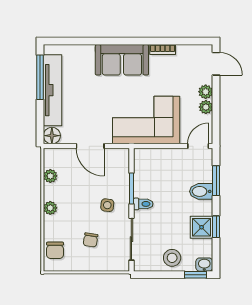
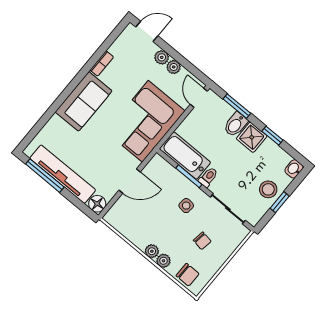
bathtub: (145, 172) -> (185, 156), added
plant: (50, 176) -> (163, 261), moved
shower: (202, 227) -> (252, 137), moved
window: (196, 275) -> (280, 202), moved

